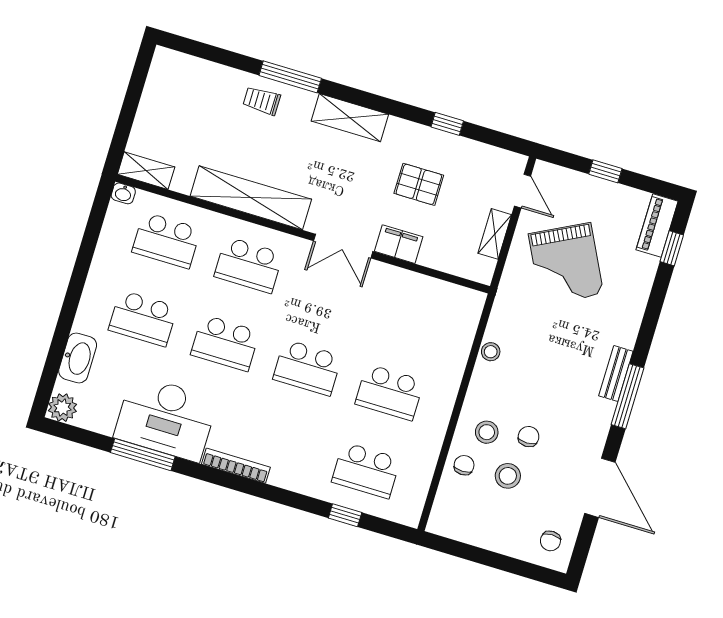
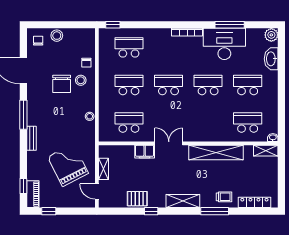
locker: (202, 70) -> (254, 202), added
window: (447, 124) -> (151, 211), moved
window: (605, 171) -> (49, 211), moved
pallet: (419, 184) -> (137, 199), moved
school desk: (249, 265) -> (129, 123), moved
bench: (616, 374) -> (31, 138), moved
chair: (529, 437) -> (62, 84), width x1.87, depth x1.87
stool: (508, 476) -> (57, 36), moved
window: (345, 515) -> (113, 25), moved

